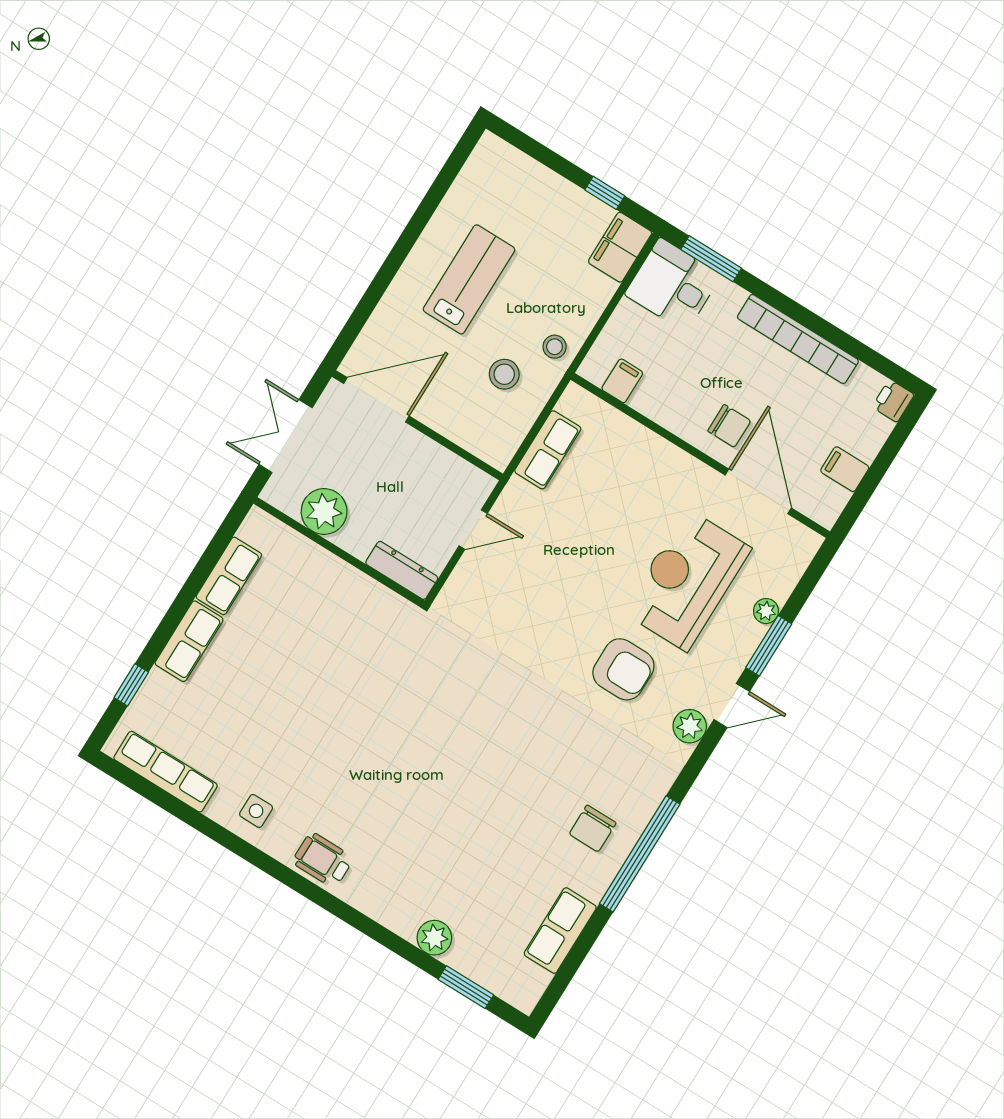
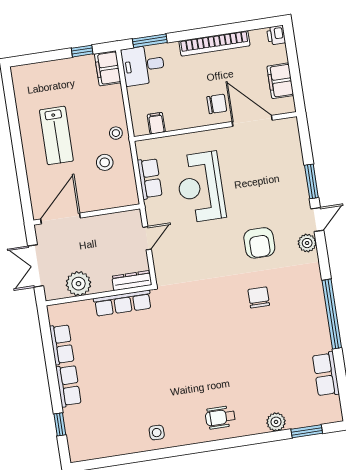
lab bench: (469, 279) -> (56, 135), turned 180
filing cabinet: (845, 469) -> (280, 81), width x2.00
reception desk: (687, 580) -> (200, 187), moved
plant: (766, 611) -> (298, 168), removed
armchair: (623, 669) -> (259, 243), turned 90
row of seats: (166, 772) -> (123, 303), moved, turned 180
chair: (593, 828) -> (259, 297), moved, turned 180
wheelchair: (323, 860) -> (220, 417), moved

